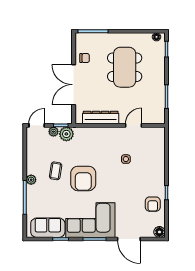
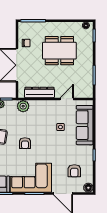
dining table: (125, 67) -> (59, 51), turned 90
plant: (66, 134) -> (23, 106), moved
sofa: (155, 157) -> (85, 125), added
armchair: (83, 178) -> (25, 143), width x0.53, depth x0.53
armchair: (153, 204) -> (74, 171), moved

